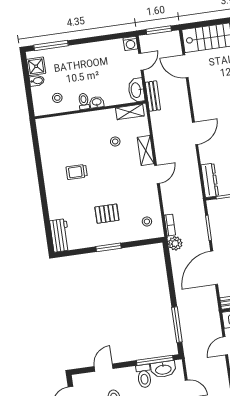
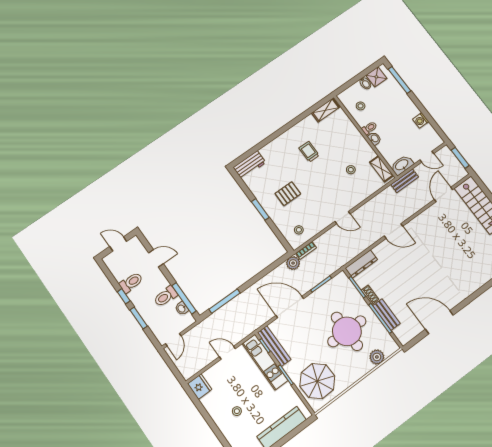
washing machine: (130, 43) -> (421, 120), moved
shelving: (146, 151) -> (326, 110), moved
pallet: (107, 214) -> (288, 194), turned 90
washbasin: (163, 369) -> (182, 308), width x0.52, depth x0.69

